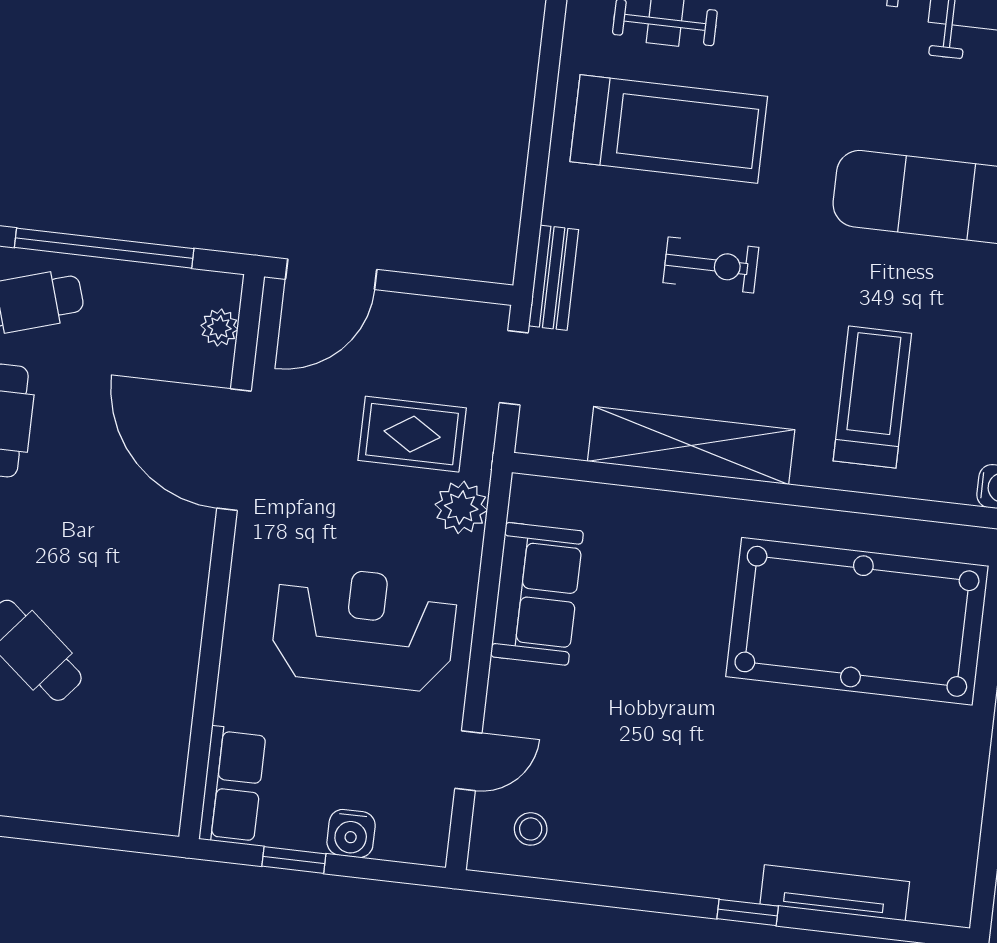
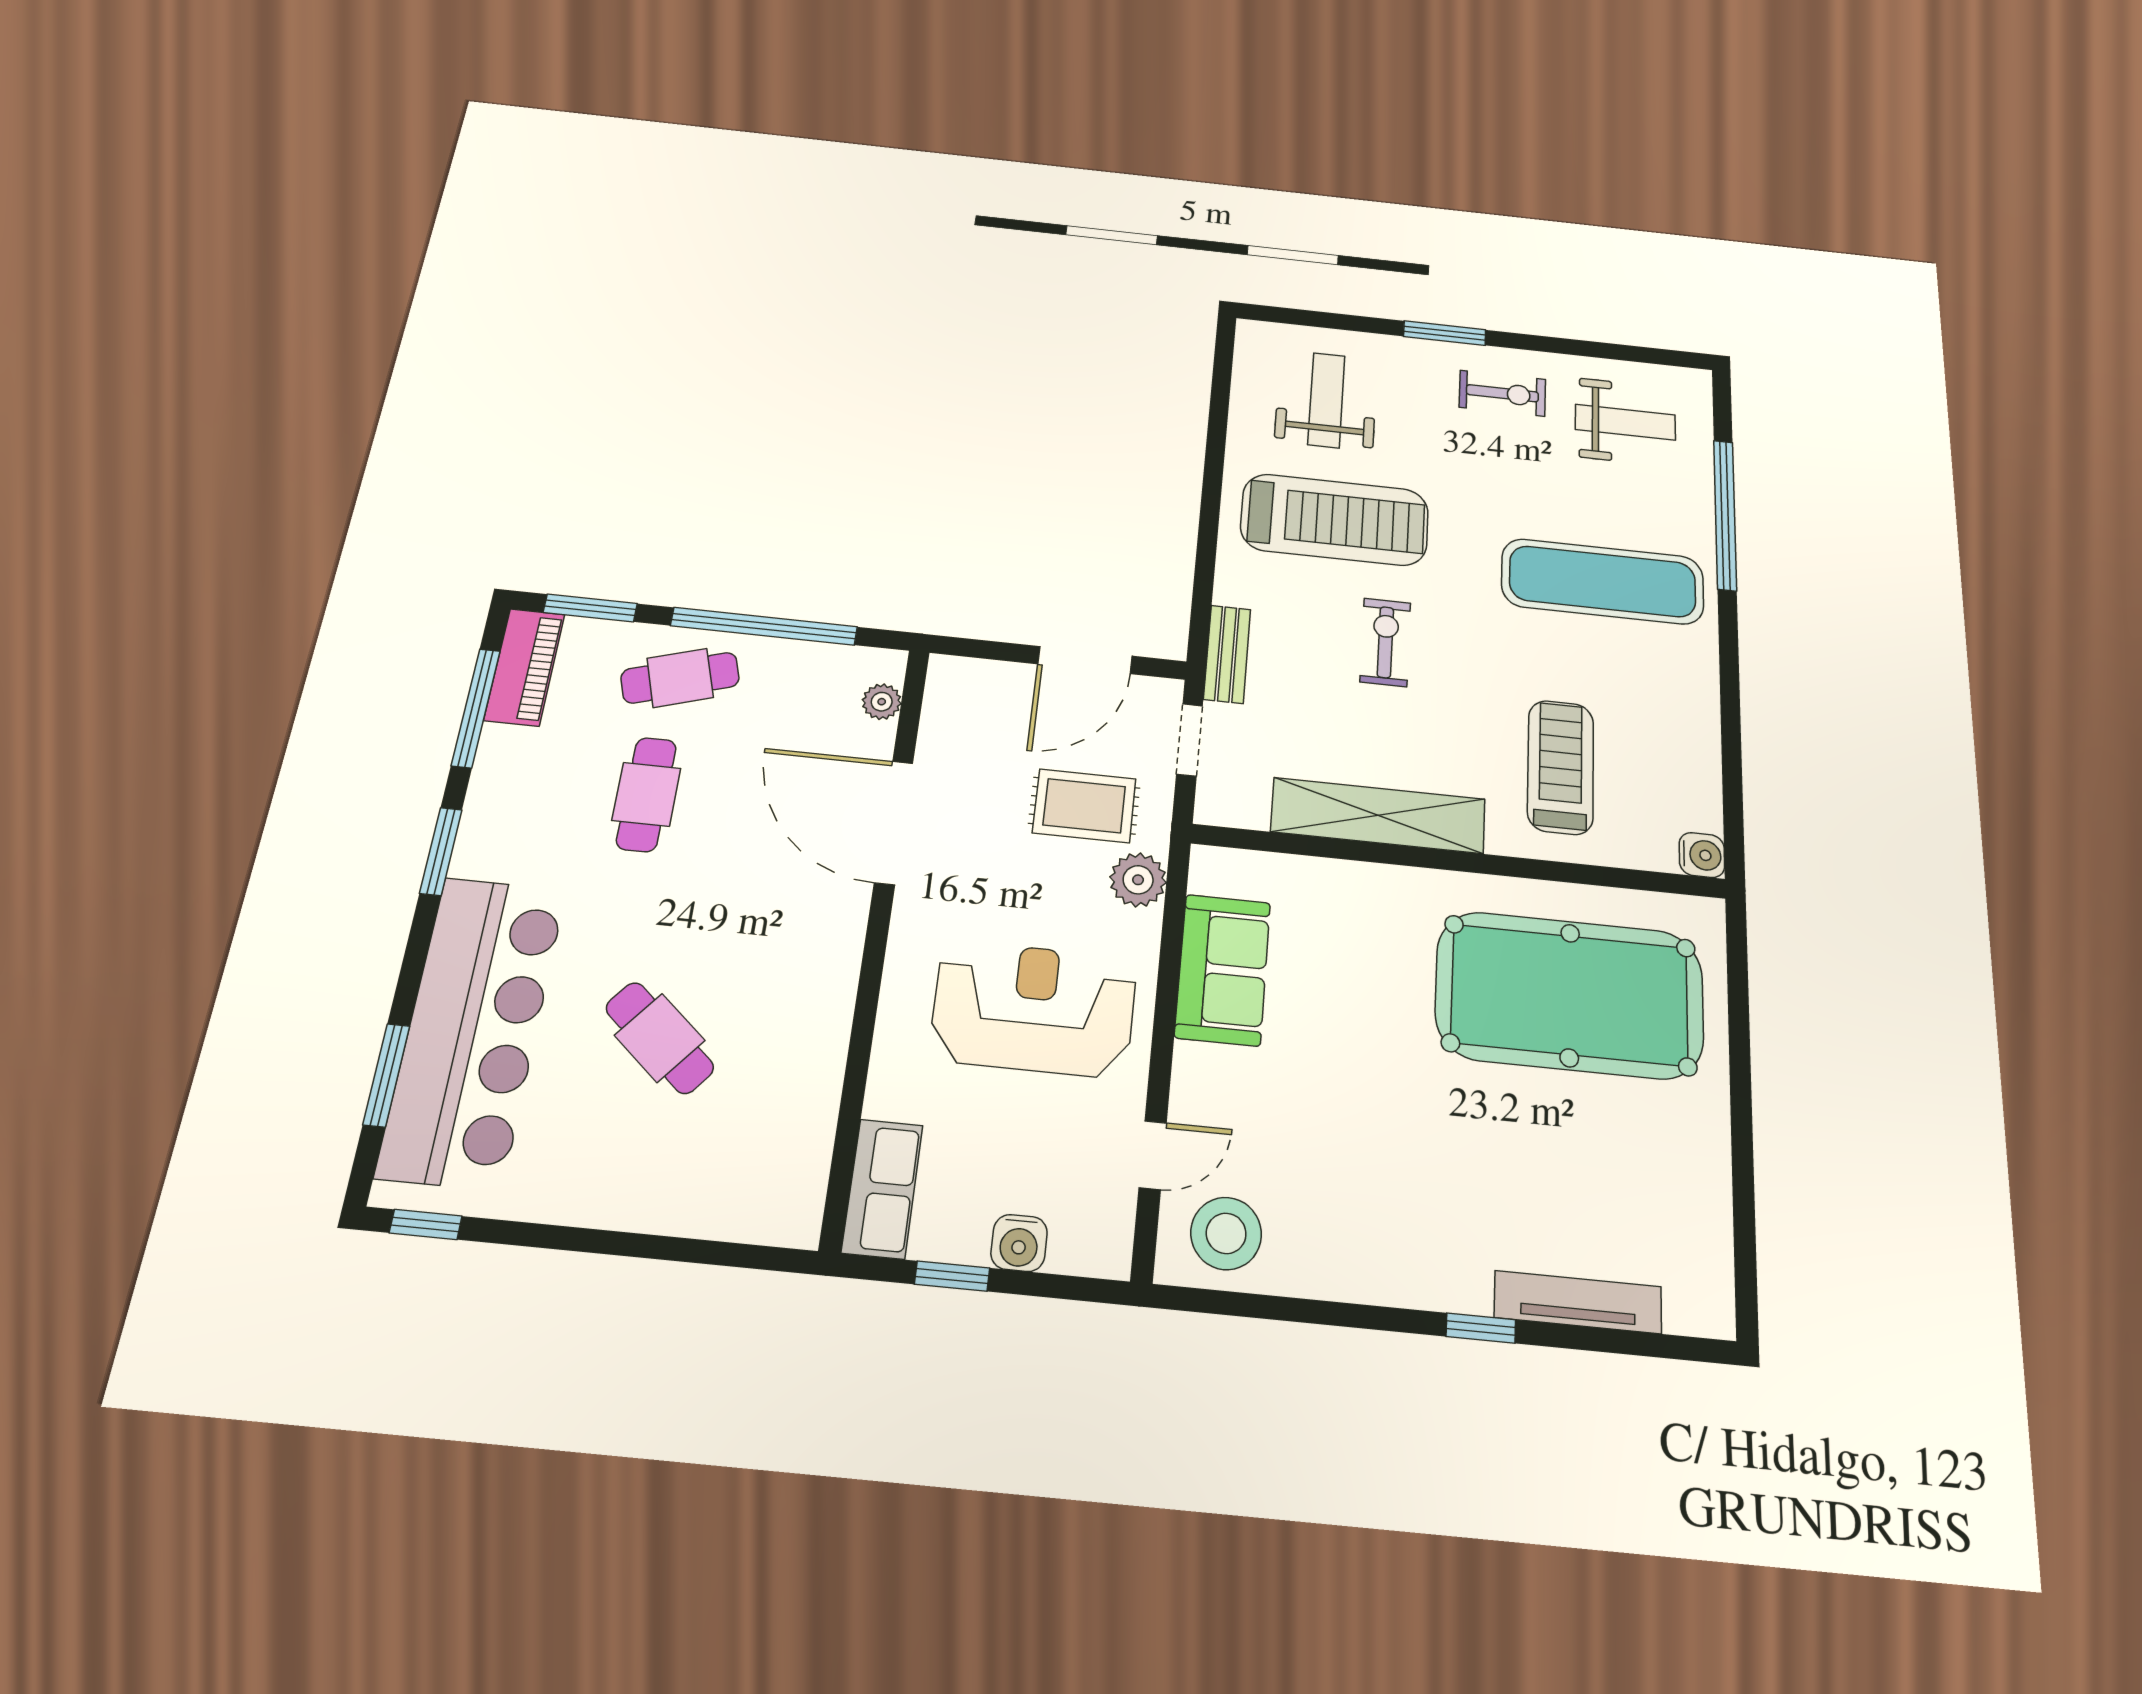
exercise bike: (711, 265) -> (1385, 642), turned -90
door: (331, 274) -> (1085, 660), moved
stool: (531, 829) -> (1226, 1233), width x1.89, depth x1.89

